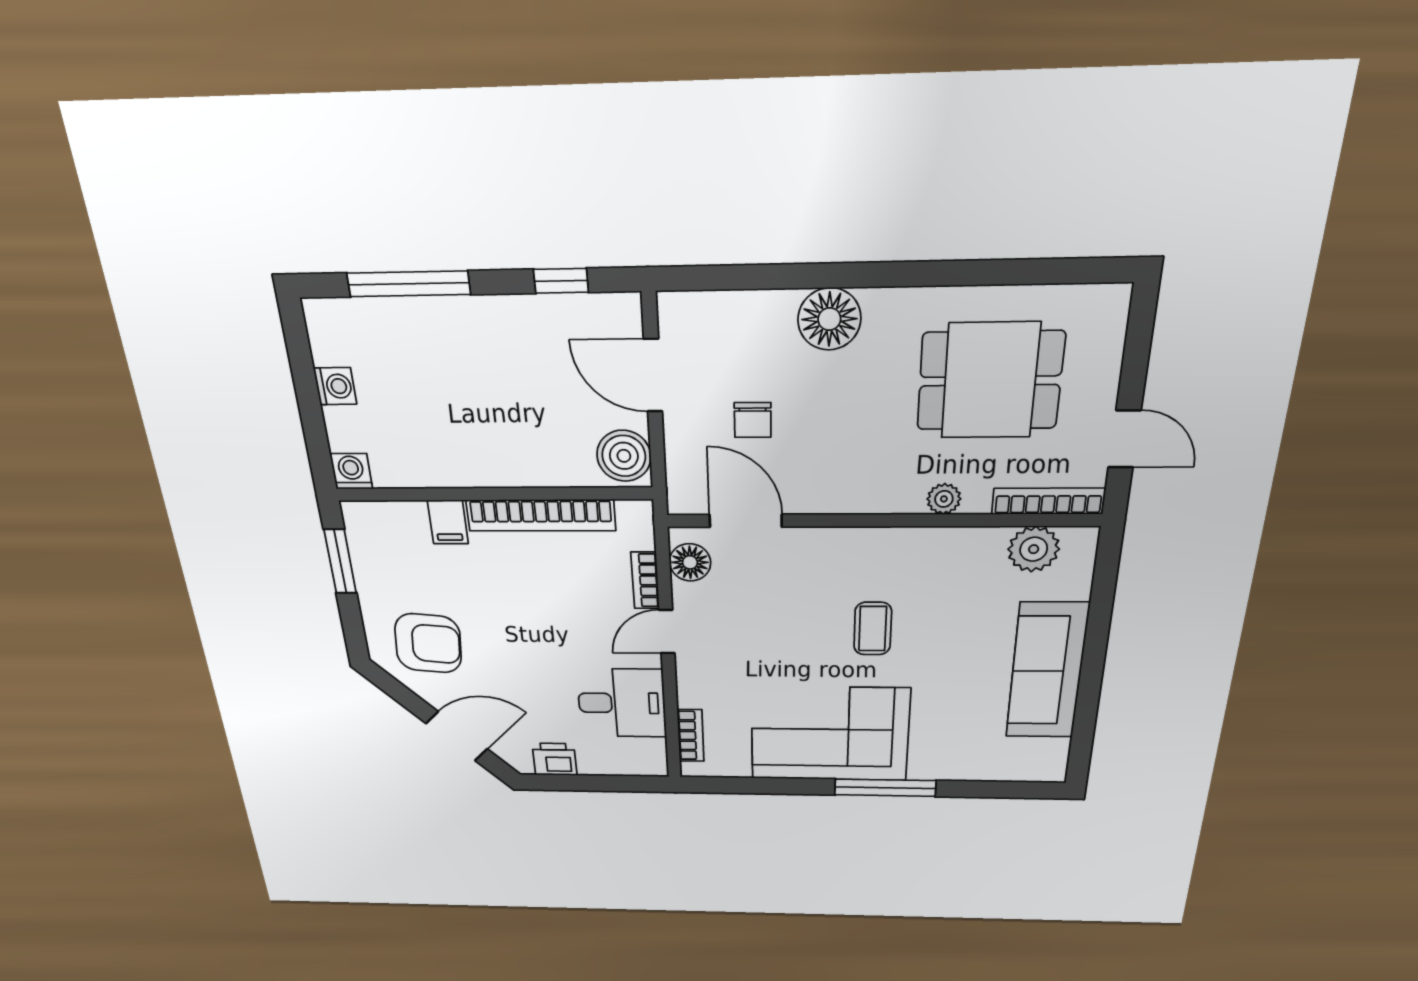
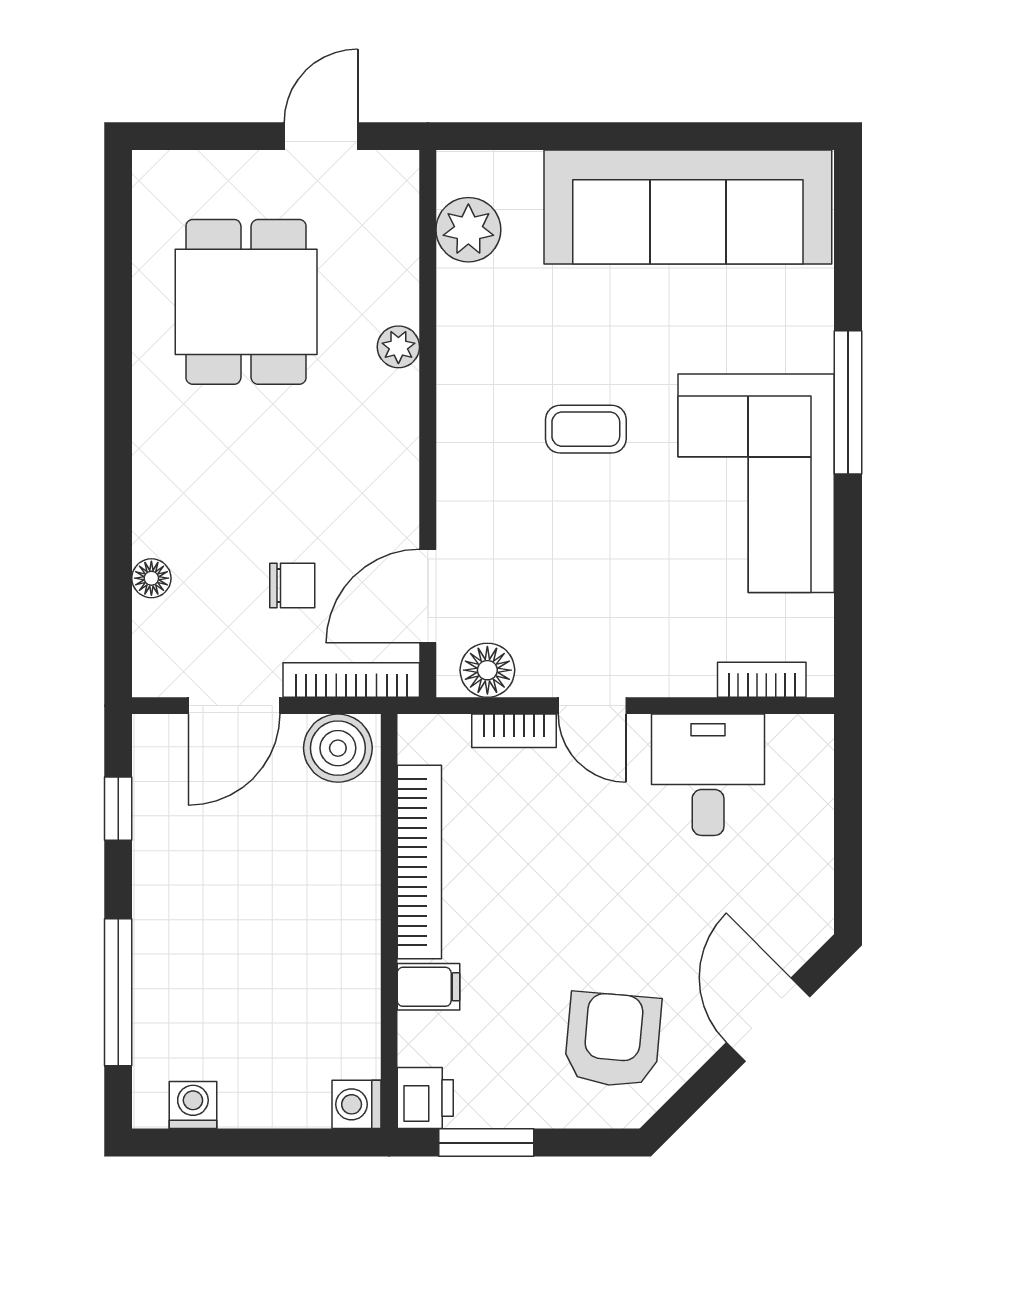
floor lamp: (829, 319) -> (151, 578), moved, width x0.53, depth x0.53
washing machine: (335, 386) -> (193, 1105), moved
bookcase: (1048, 501) -> (351, 680), moved, turned 90
sofa: (1047, 671) -> (688, 207), width x1.36, depth x1.27
printer: (555, 759) -> (425, 1098), moved, turned 180

